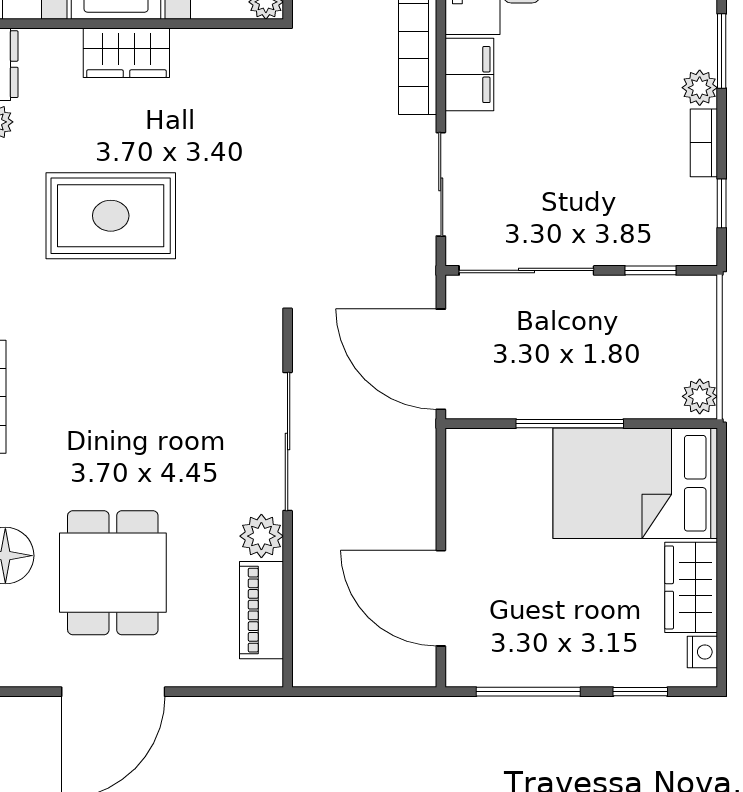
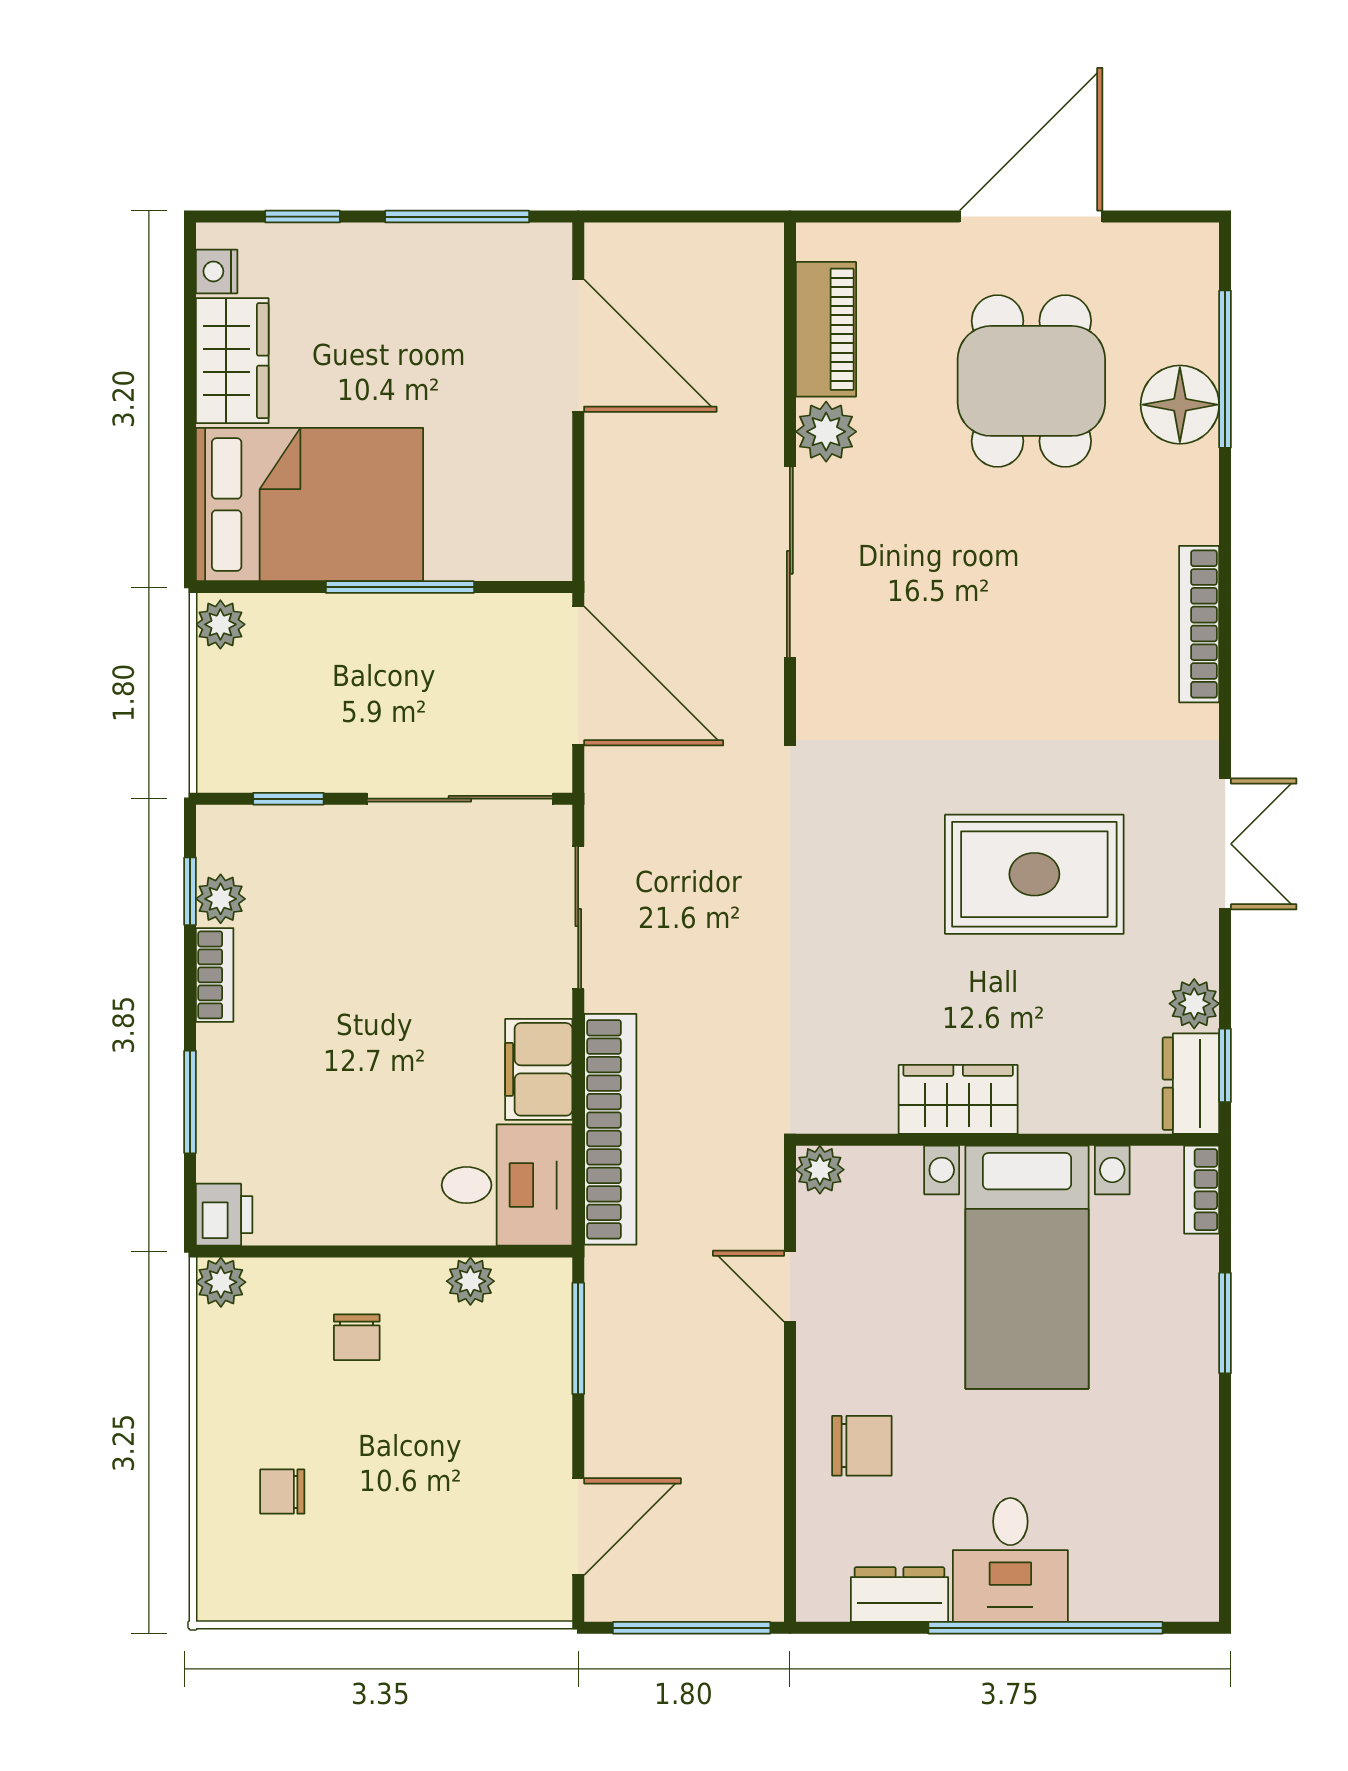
wardrobe: (126, 53) -> (958, 1099), moved
plant: (700, 88) -> (221, 899), moved

